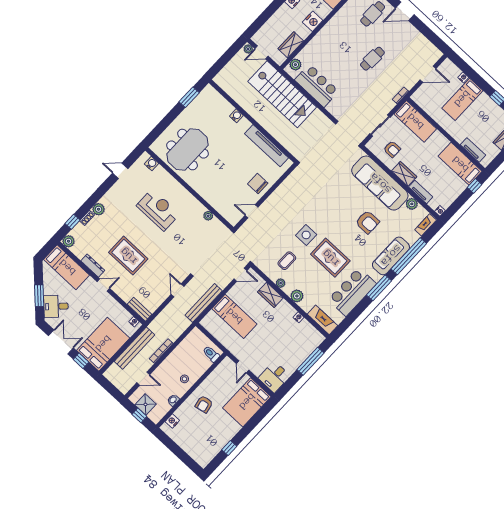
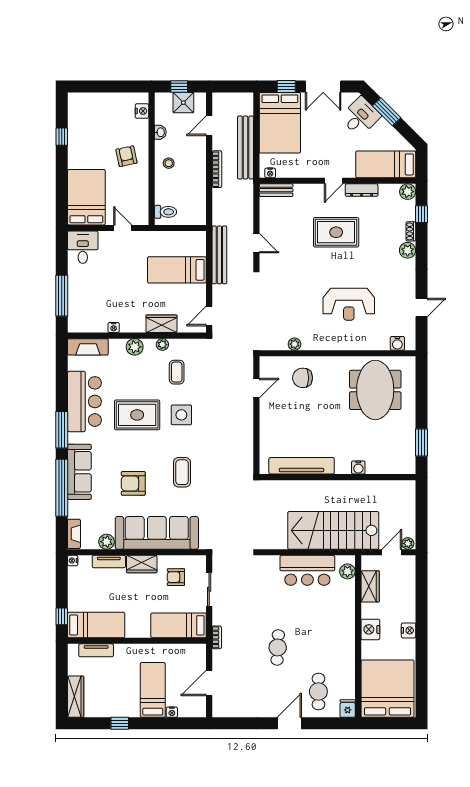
chair: (258, 184) -> (303, 378), moved, turned 180
coffee table: (335, 203) -> (182, 472), added

